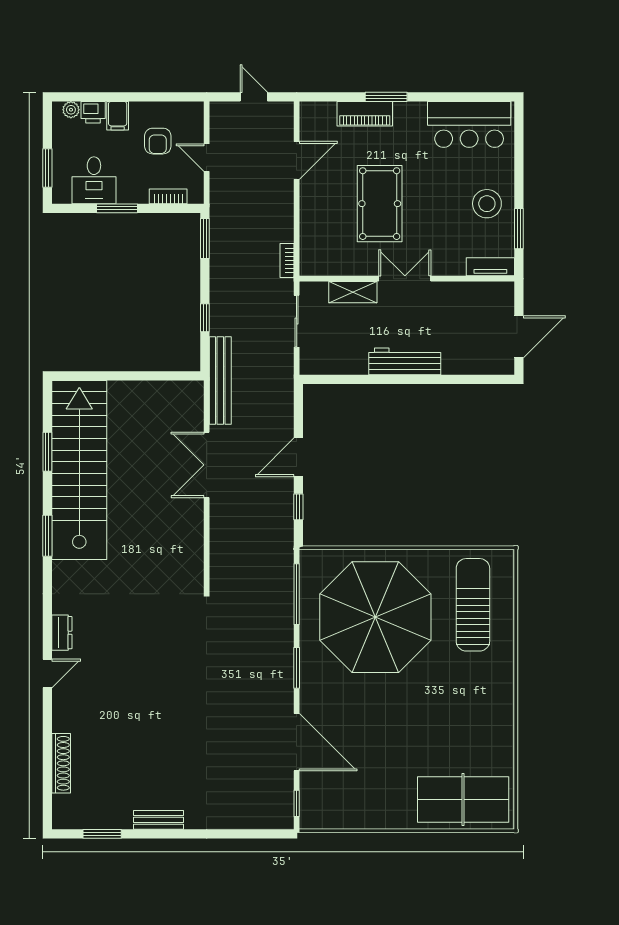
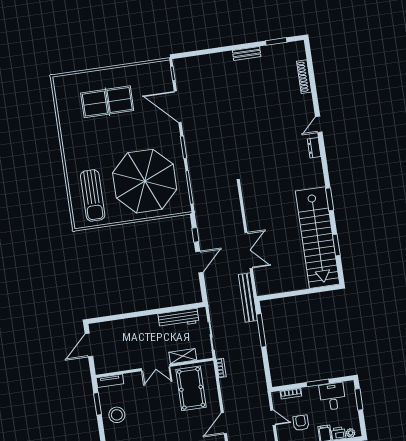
pool table: (380, 204) -> (191, 388), moved
window: (205, 239) -> (268, 373), removed
window: (205, 318) -> (261, 330), width x2.17
workbench: (405, 361) -> (178, 318), moved
table tennis table: (463, 799) -> (107, 102), moved

